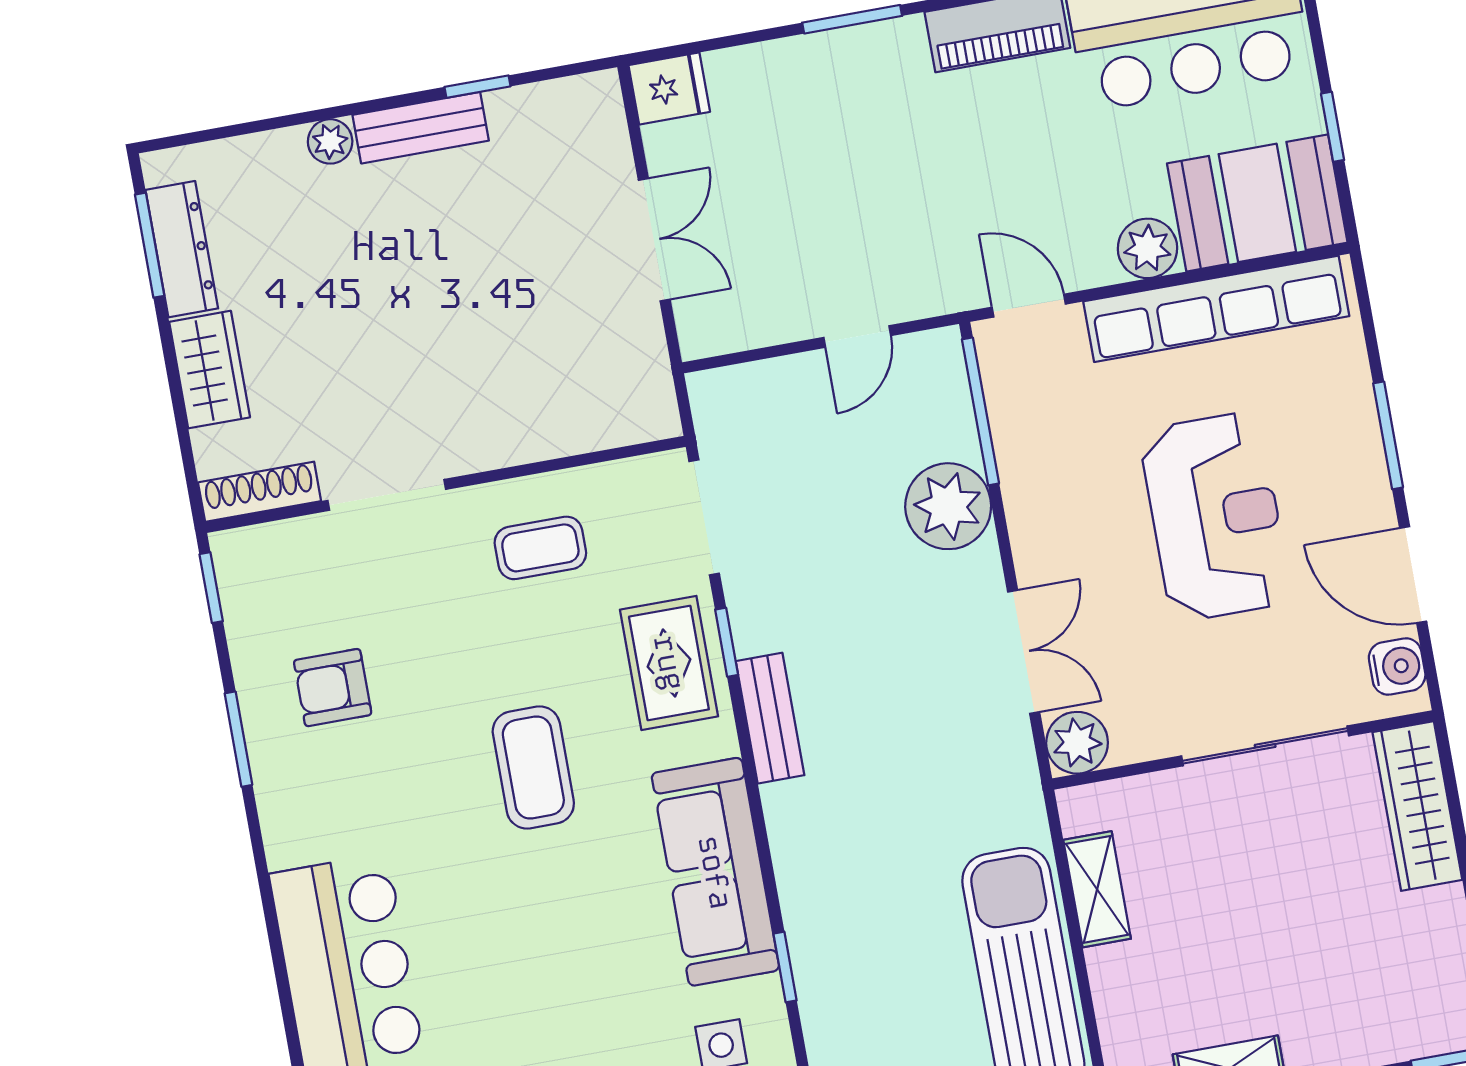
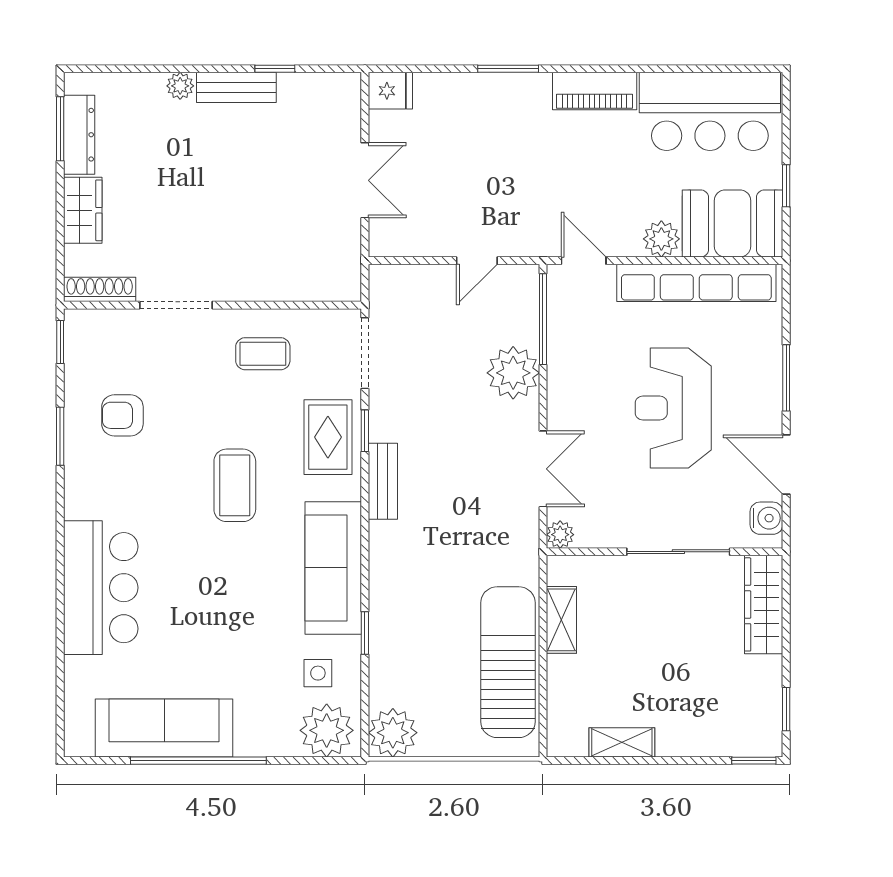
reception desk: (1215, 517) -> (673, 408), turned 180
plant: (1077, 743) -> (560, 535), width x0.73, depth x0.73

